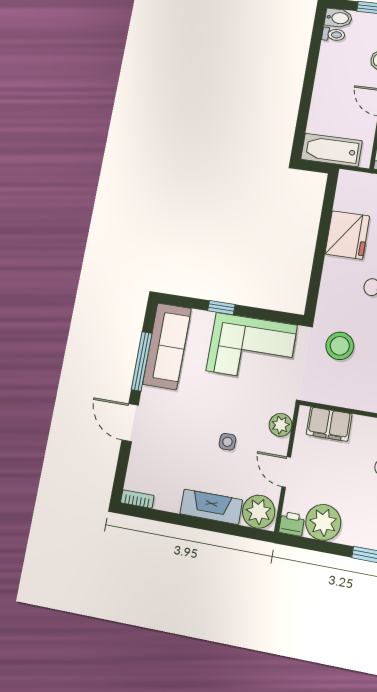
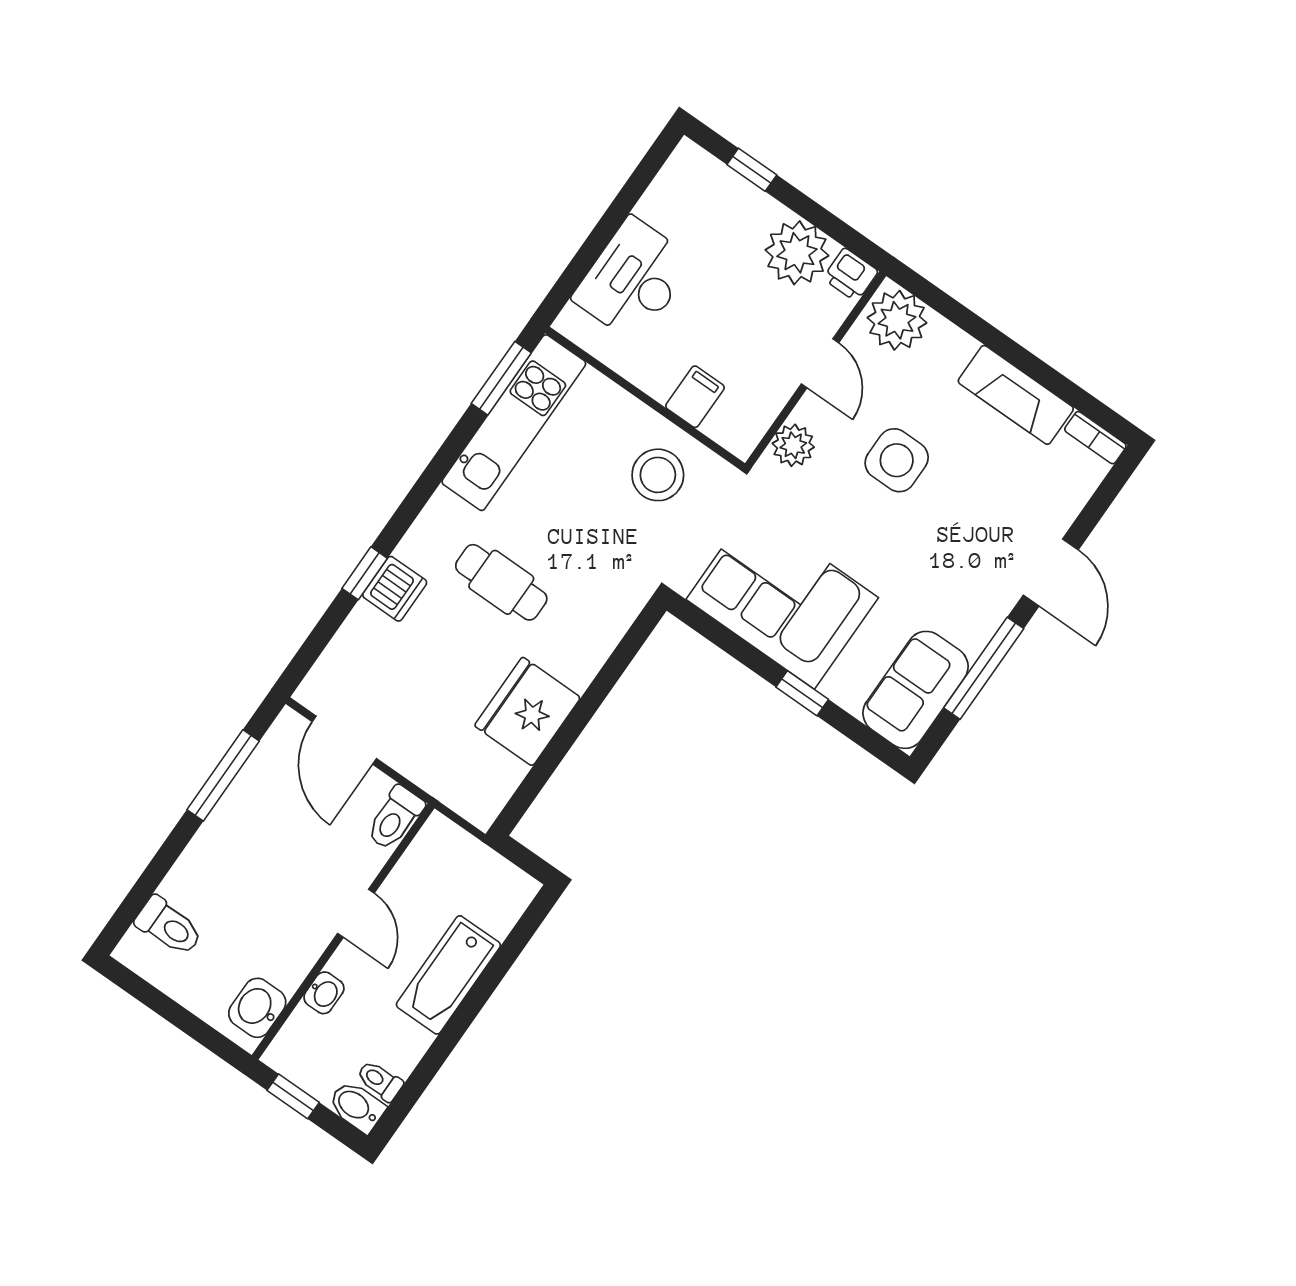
bathtub: (331, 150) -> (448, 975), moved, turned 90
sofa: (167, 346) -> (916, 690), width x0.73
stool: (340, 346) -> (658, 475), moved
filing cabinet: (329, 424) -> (695, 397), width x0.50
side table: (227, 442) -> (897, 460), width x1.87, depth x1.87
fireplace: (211, 507) -> (1016, 395), moved

